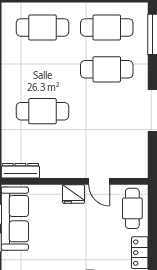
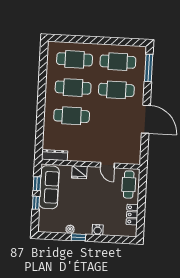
cafe table: (42, 69) -> (73, 88), added
fridge: (74, 194) -> (79, 172), moved

